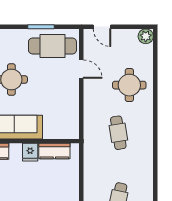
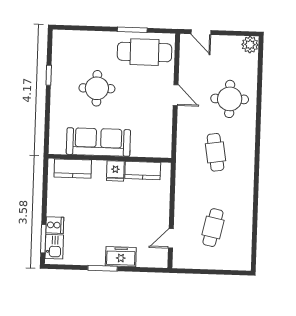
door: (81, 69) -> (176, 95), moved

